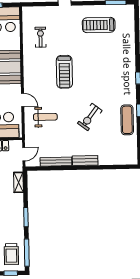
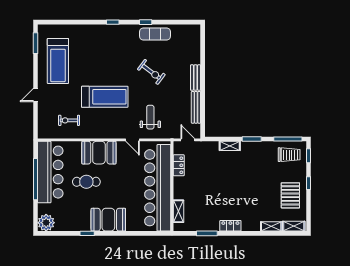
treadmill: (99, 25) -> (58, 61), width x1.37, depth x1.38
treadmill: (64, 72) -> (105, 97), width x1.37, depth x1.38
door: (23, 100) -> (133, 140), swing flipped
shelving: (18, 182) -> (230, 146), moved

